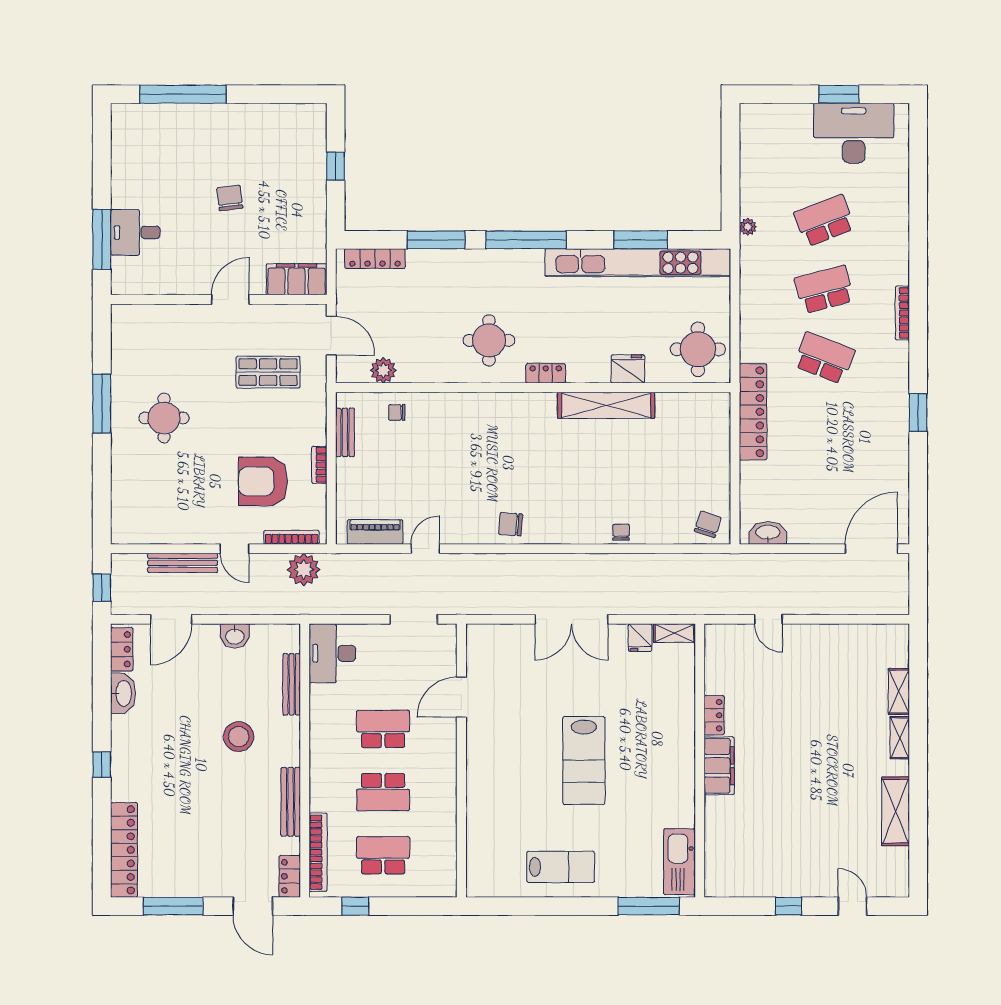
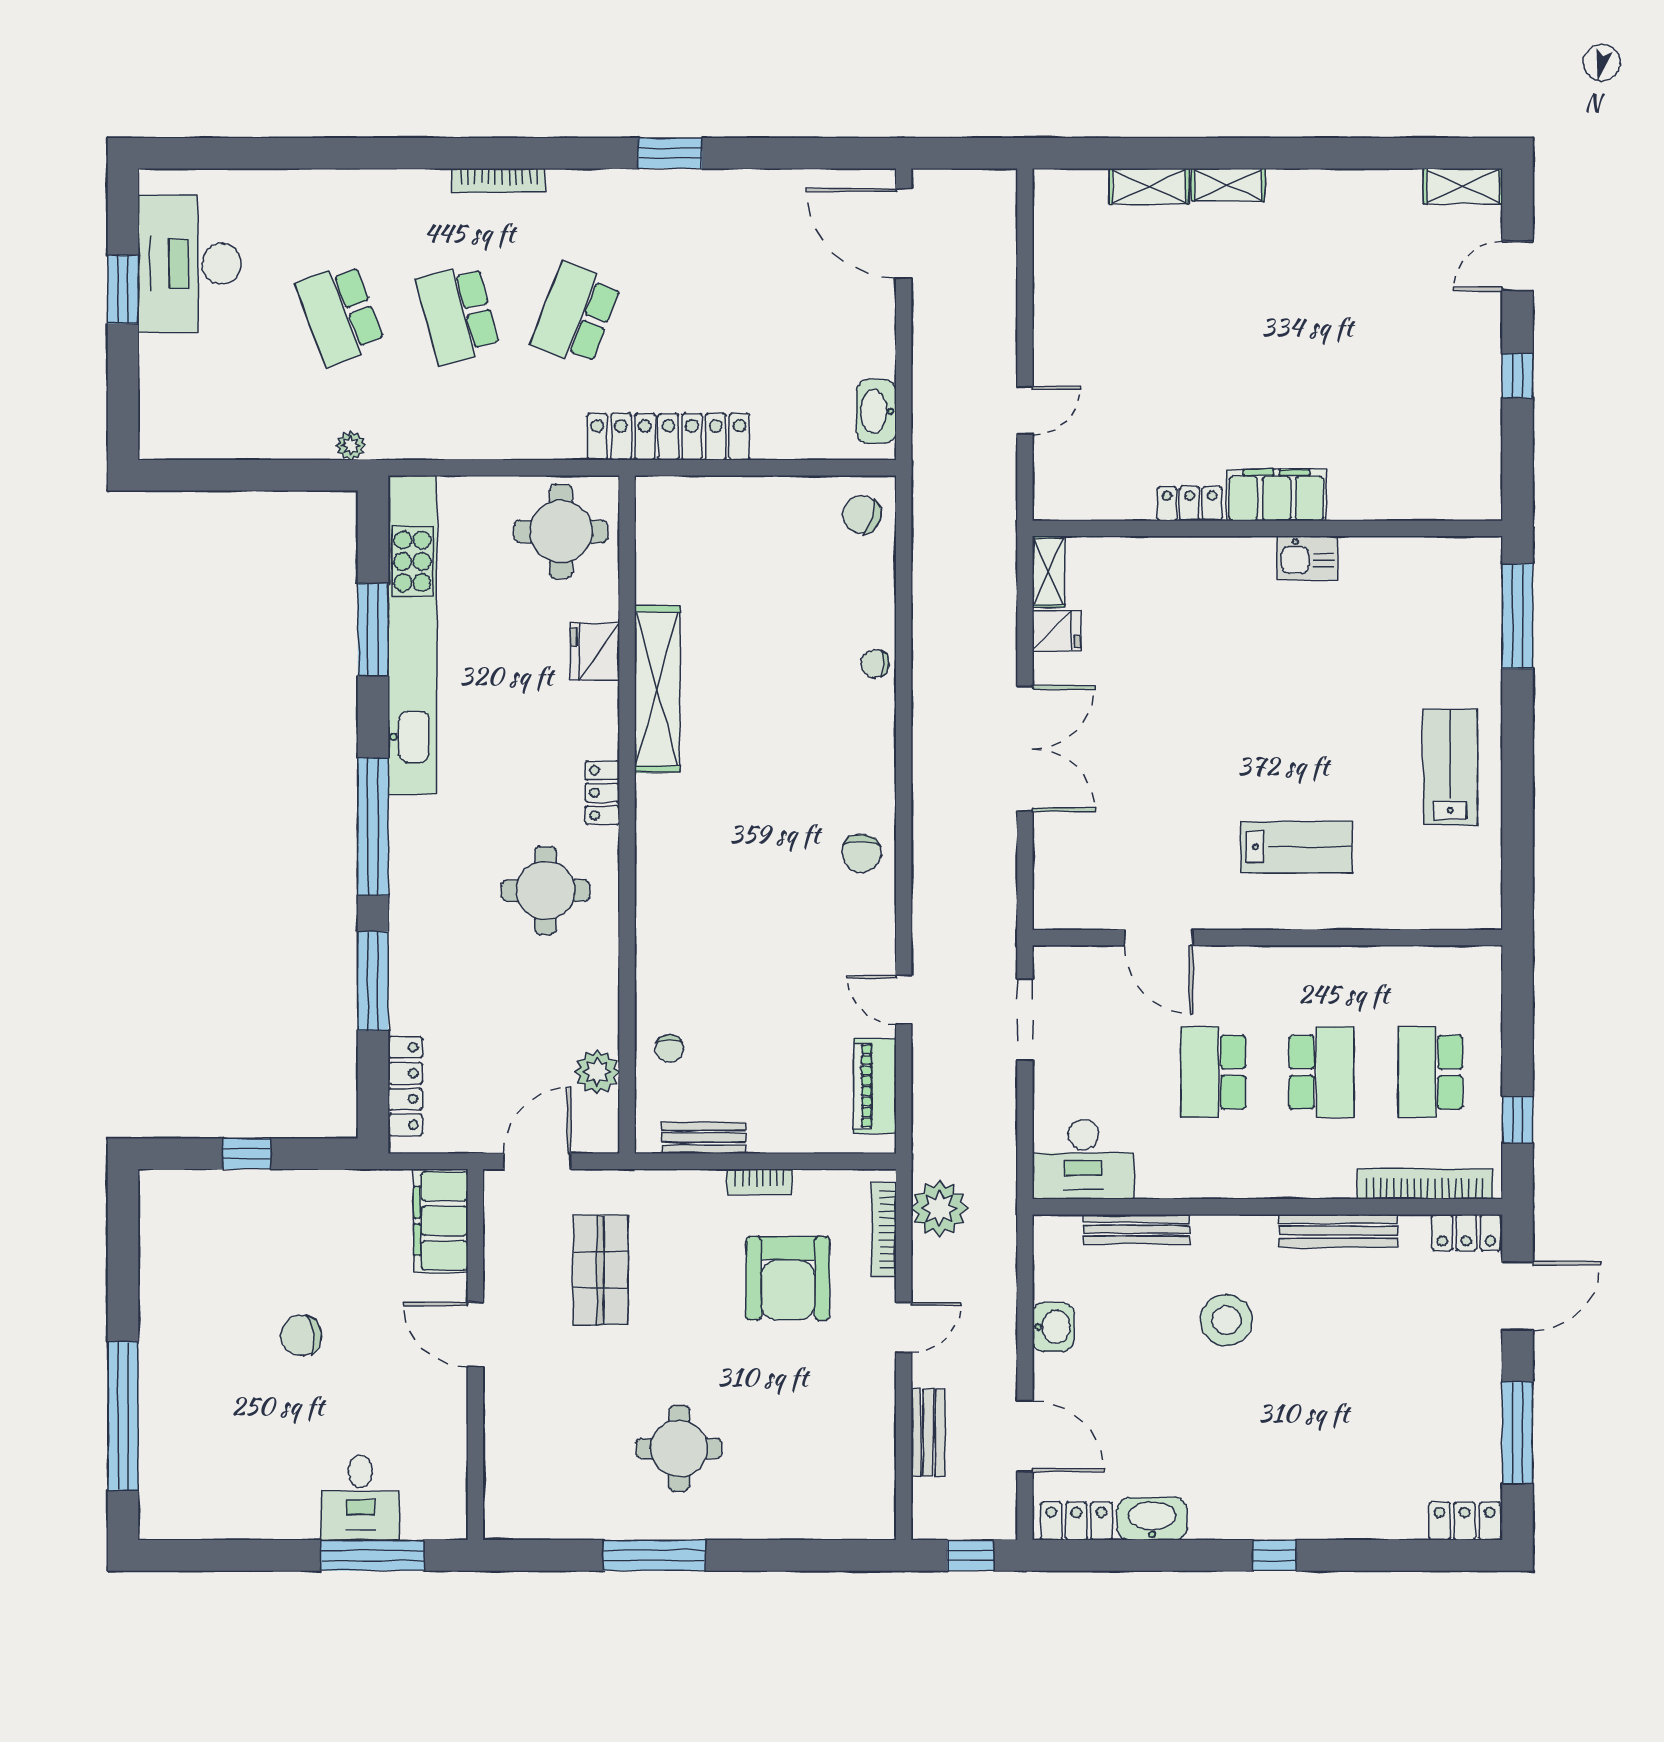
bench: (183, 563) -> (928, 1433), width x0.73
lab bench: (584, 761) -> (1297, 847), moved, width x0.73, depth x0.72
shelving: (896, 811) -> (1463, 186), moved, width x0.67, depth x0.75
locker: (124, 850) -> (1465, 1521), width x0.46, depth x0.83
kitchen sink: (679, 862) -> (1307, 558), moved, width x0.53, depth x0.81

